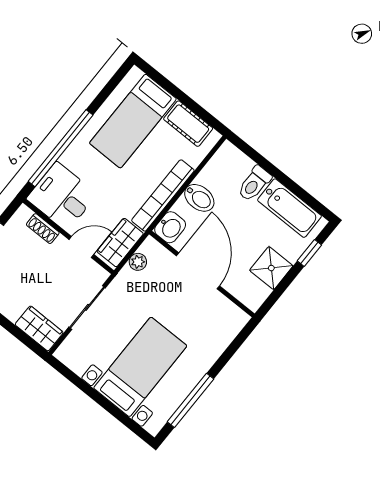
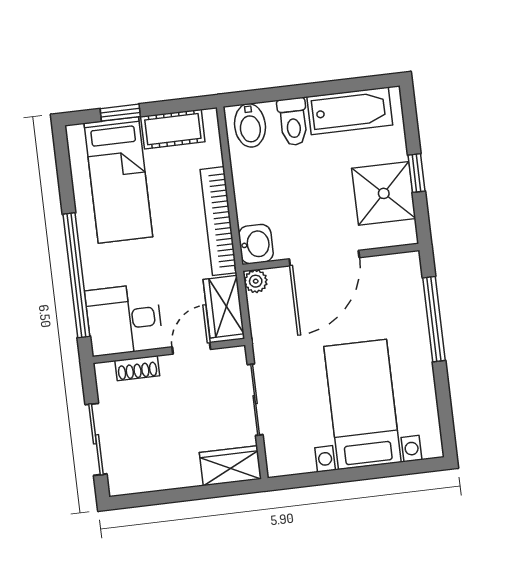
window: (170, 87) -> (120, 113), added
bidet: (199, 198) -> (250, 125), moved, turned 90
window: (309, 253) -> (417, 173), moved
plant: (138, 262) -> (256, 281), moved
shower: (271, 268) -> (384, 193), width x1.36, depth x1.36
door: (198, 271) -> (324, 258), swing flipped
window: (191, 400) -> (434, 319), moved

